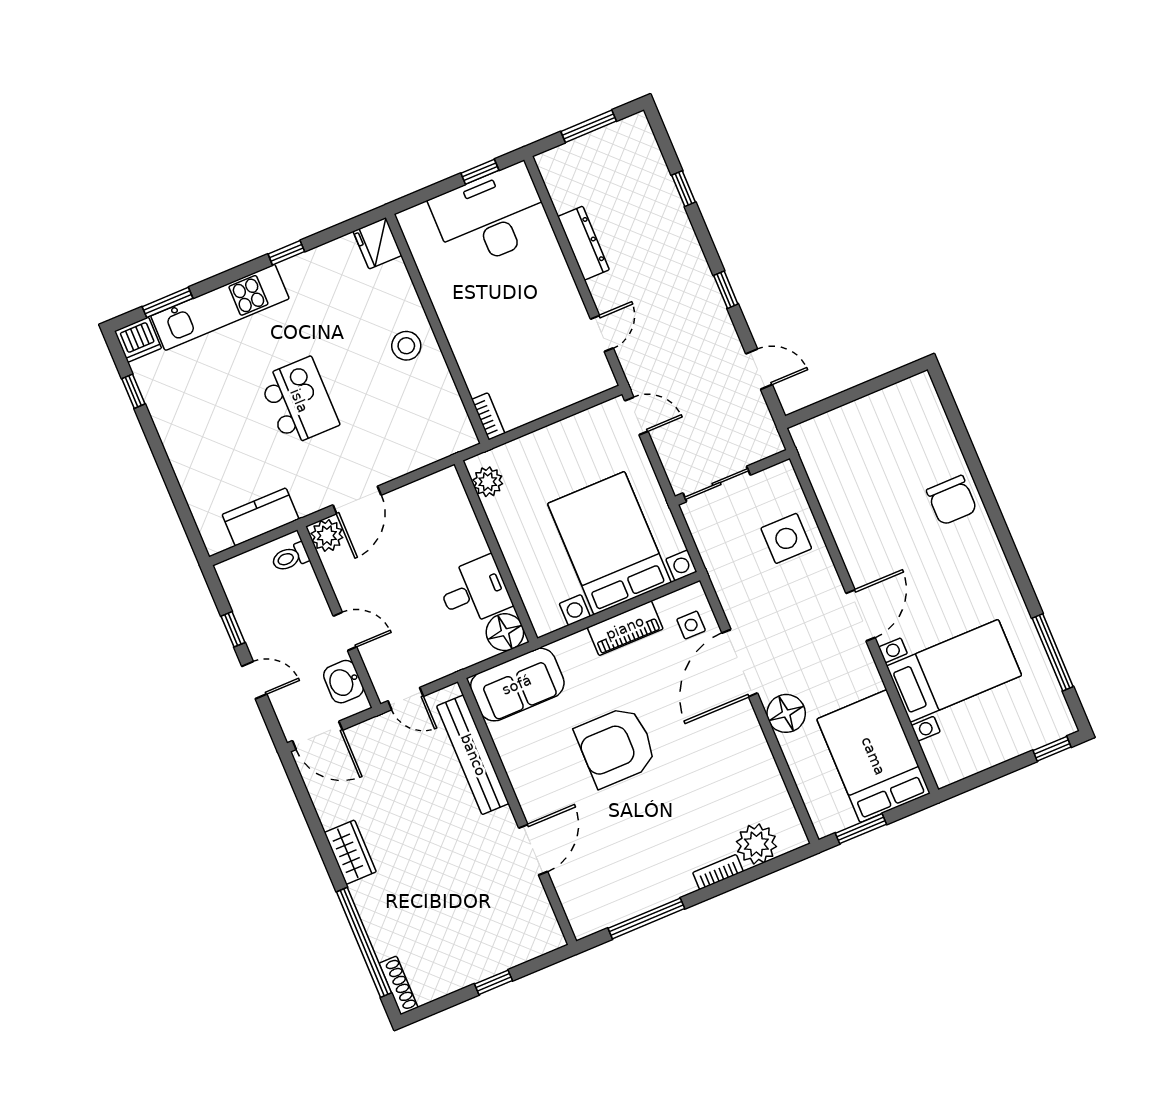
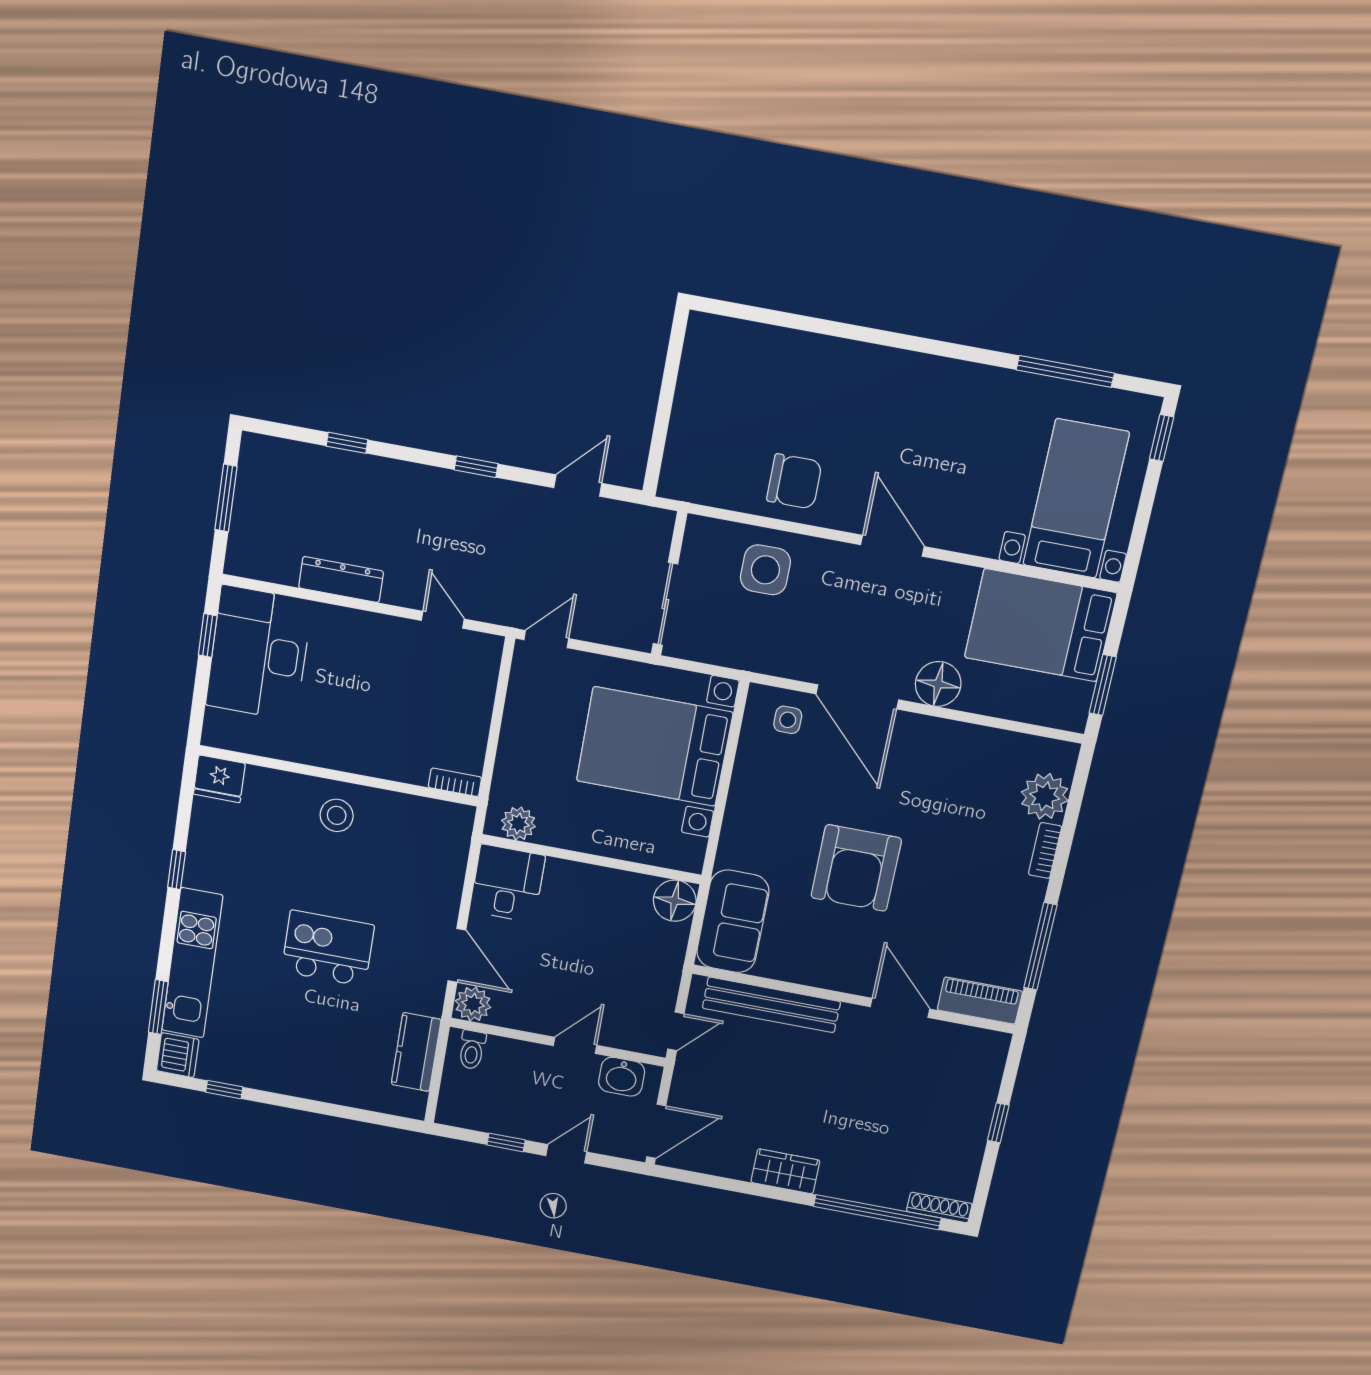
chair: (952, 500) -> (794, 481), moved
desk: (474, 591) -> (507, 883), moved
piano: (625, 628) -> (980, 1001), moved, turned -90
bed with nightstands: (954, 671) -> (1076, 499), moved

